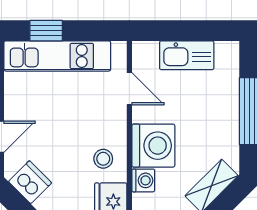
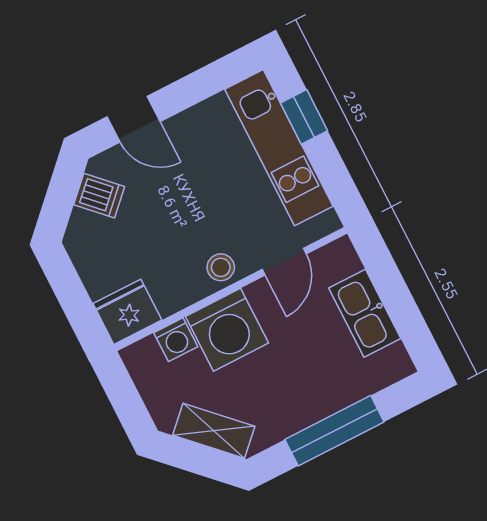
stool: (103, 159) -> (221, 267), moved
dishwasher: (30, 182) -> (99, 196), width x0.73

